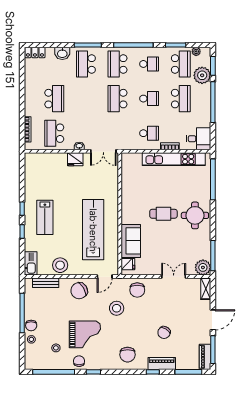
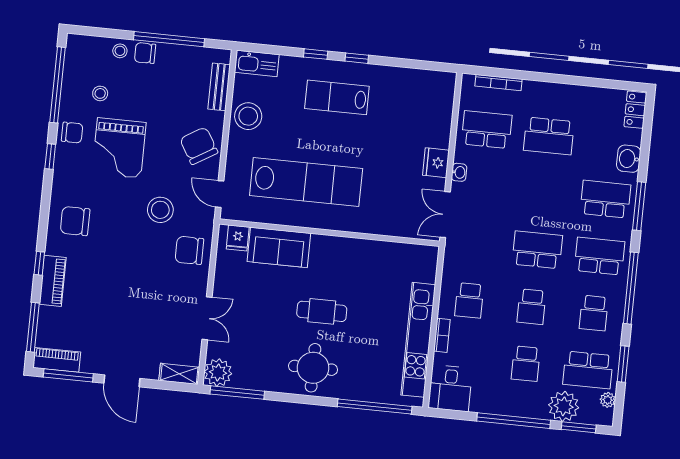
school desk: (181, 99) -> (526, 364), width x0.54
cafe table: (163, 214) -> (322, 311), turned 90
chair: (164, 333) -> (108, 291), removed

